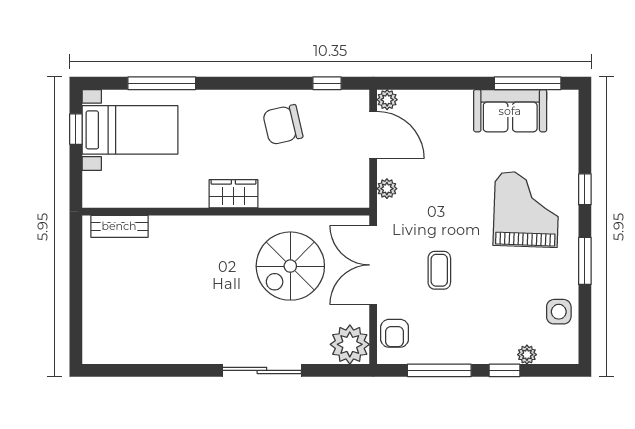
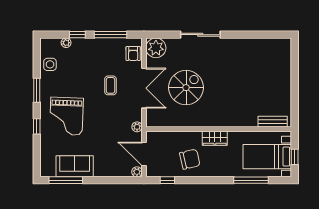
wardrobe: (233, 194) -> (215, 138), moved
wall: (226, 212) -> (219, 129), moved
bench: (119, 226) -> (273, 122), moved
armchair: (395, 333) -> (133, 54), turned 180

